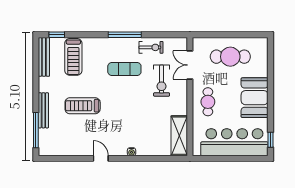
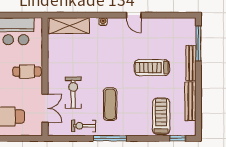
bench: (44, 57) -> (190, 101), moved
exercise mat: (124, 69) -> (110, 104), turned 90
cafe table: (208, 102) -> (27, 72), turned 90
treadmill: (83, 106) -> (152, 68), turned 180
shelving: (179, 136) -> (69, 26), moved, turned 90

